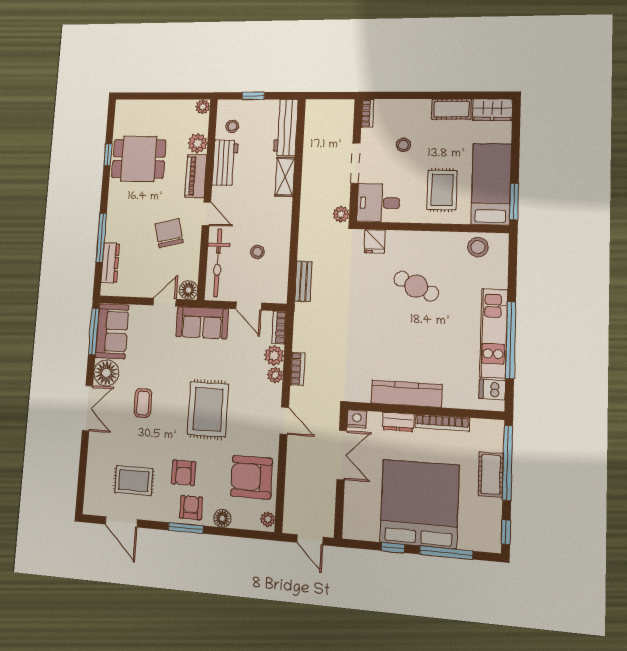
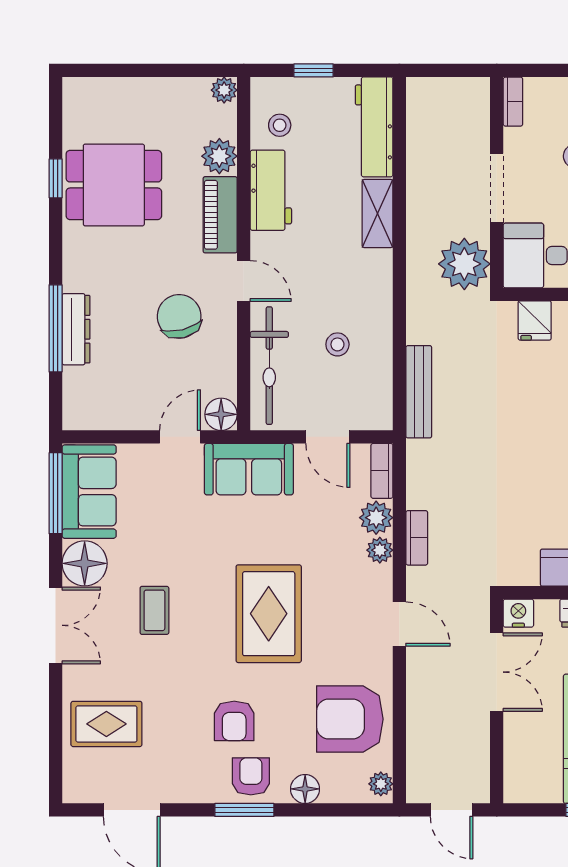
plant: (341, 214) -> (464, 264), width x1.87, depth x1.87
dresser: (110, 263) -> (76, 329), moved
bench: (303, 281) -> (419, 392), width x1.36
rug: (134, 481) -> (106, 724), moved

